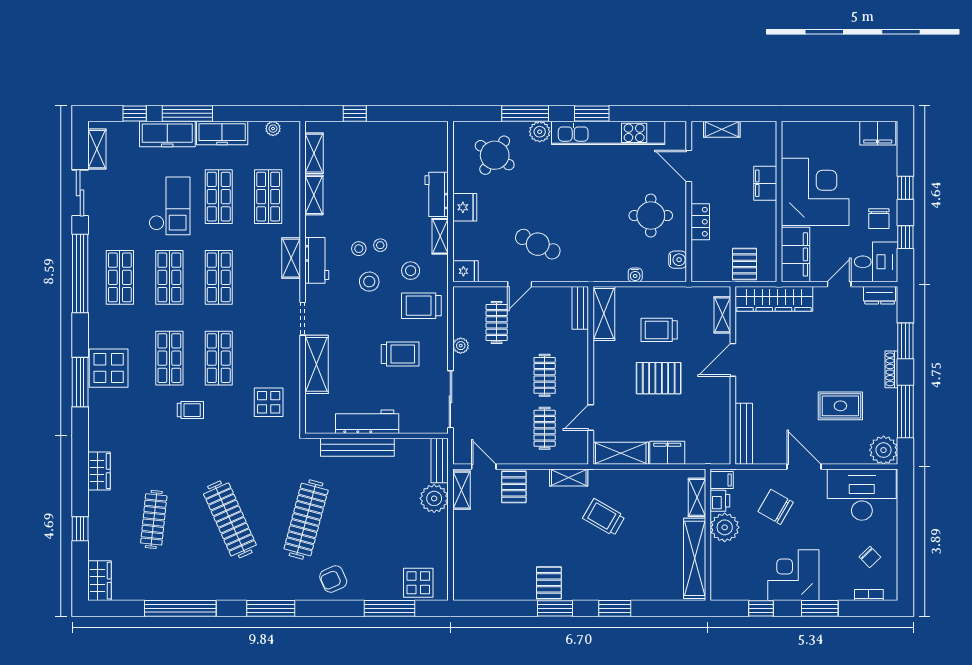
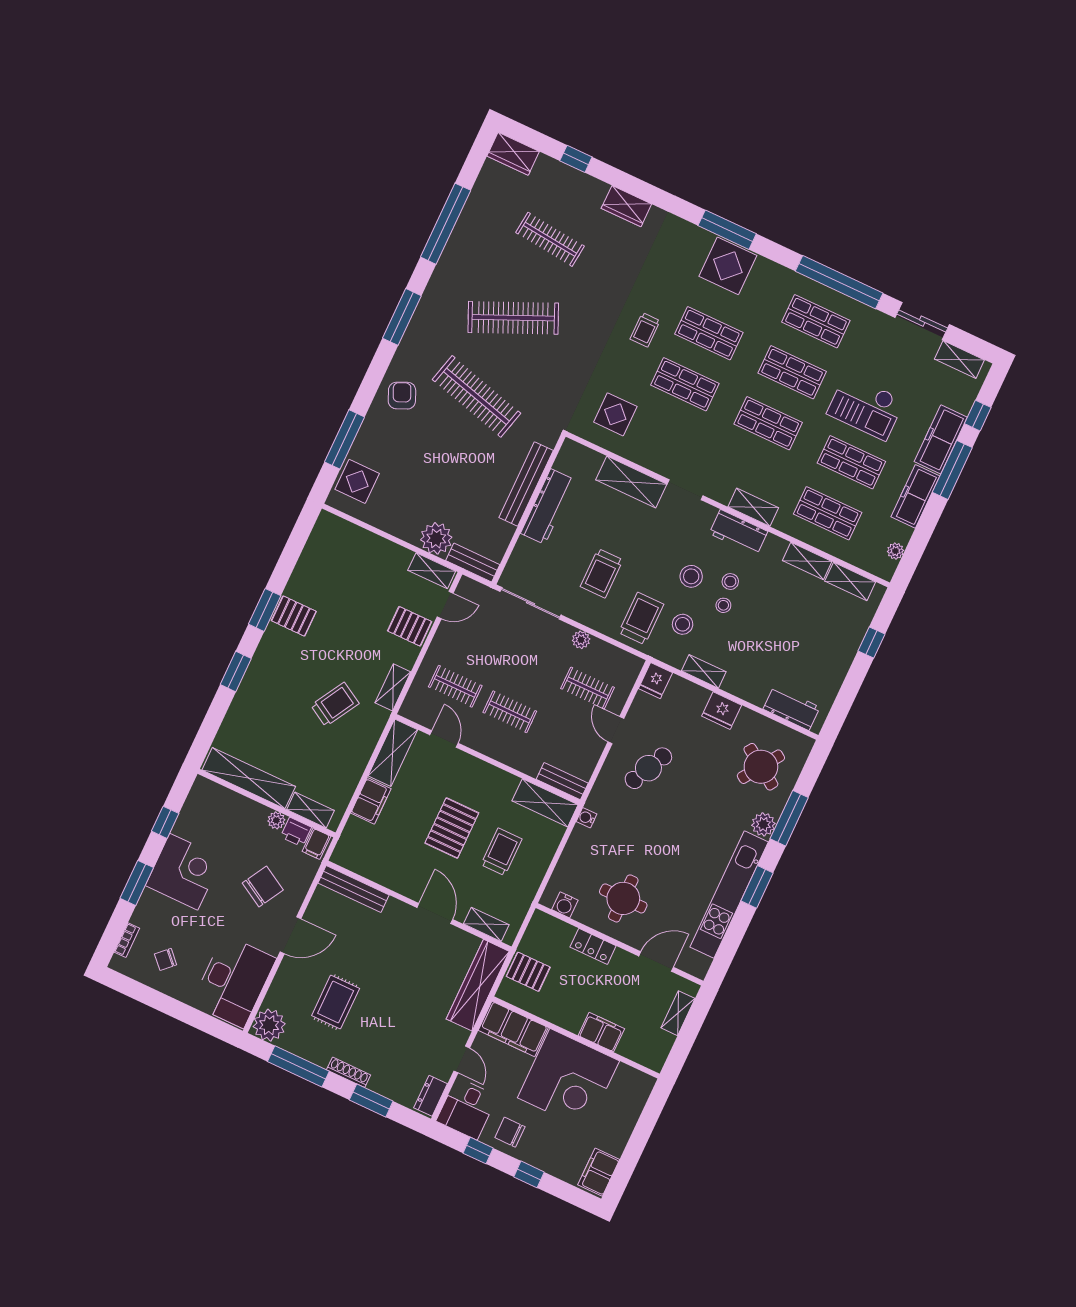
workbench: (437, 194) -> (792, 708), moved
water cooler: (635, 275) -> (587, 818), moved
plant: (725, 527) -> (276, 820), width x0.53, depth x0.53

